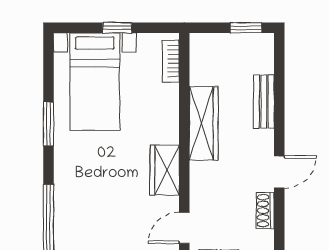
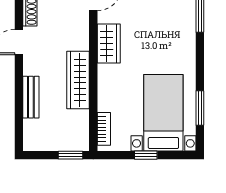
window: (246, 28) -> (70, 155), moved
window: (48, 124) -> (200, 108), moved

